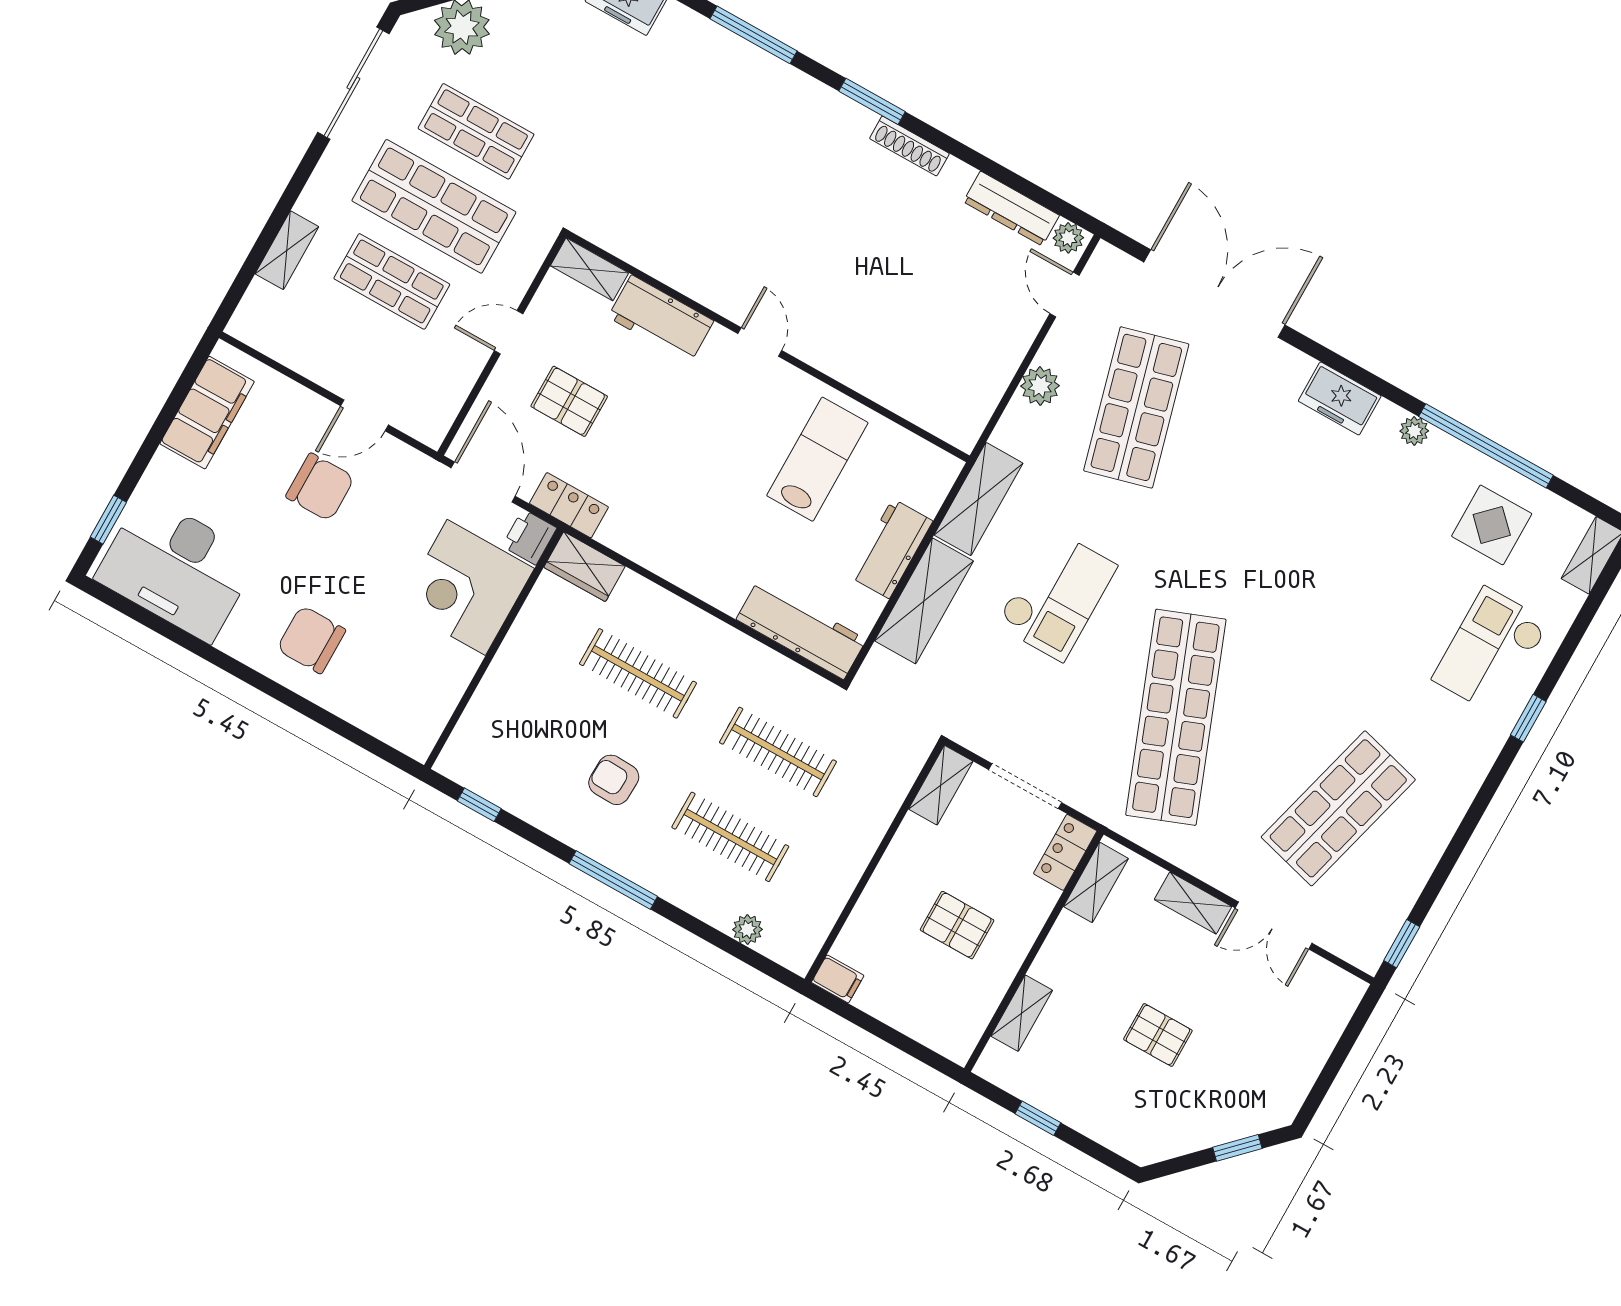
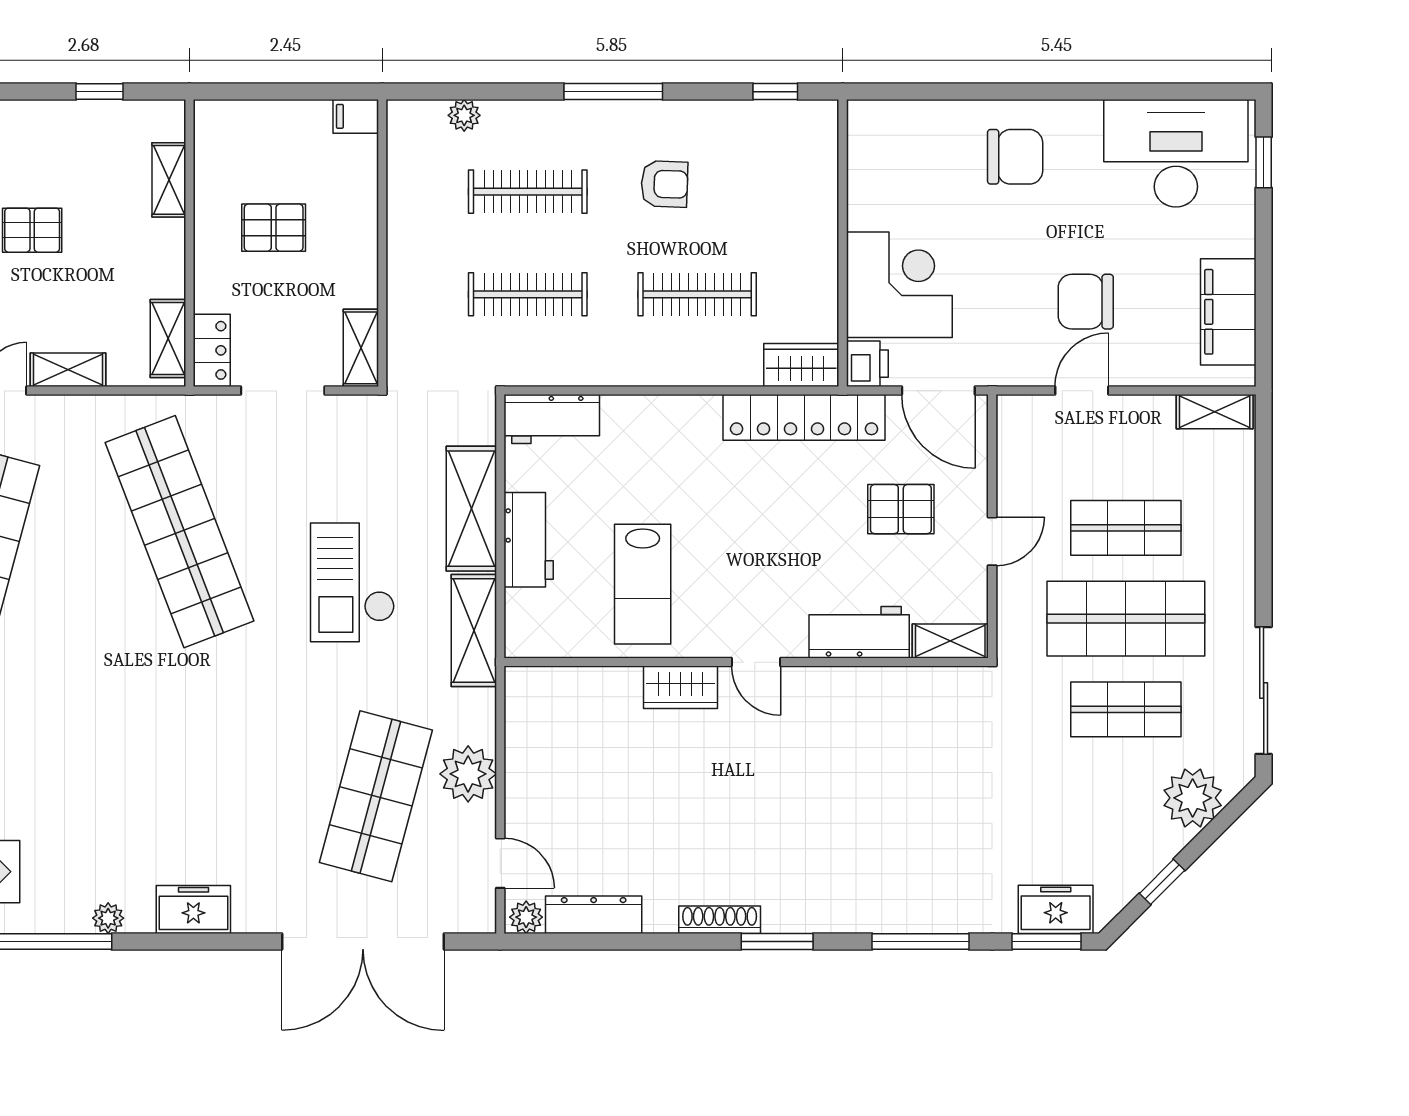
shelving: (287, 250) -> (1215, 412), moved, turned 90
wardrobe: (834, 356) -> (681, 687), added
plant: (1040, 386) -> (468, 774), width x1.36, depth x1.36
shop shelf: (1136, 407) -> (376, 796), turned 30
locker: (569, 505) -> (804, 417), width x2.16, depth x1.21
workbench: (801, 629) -> (552, 419), width x0.73

